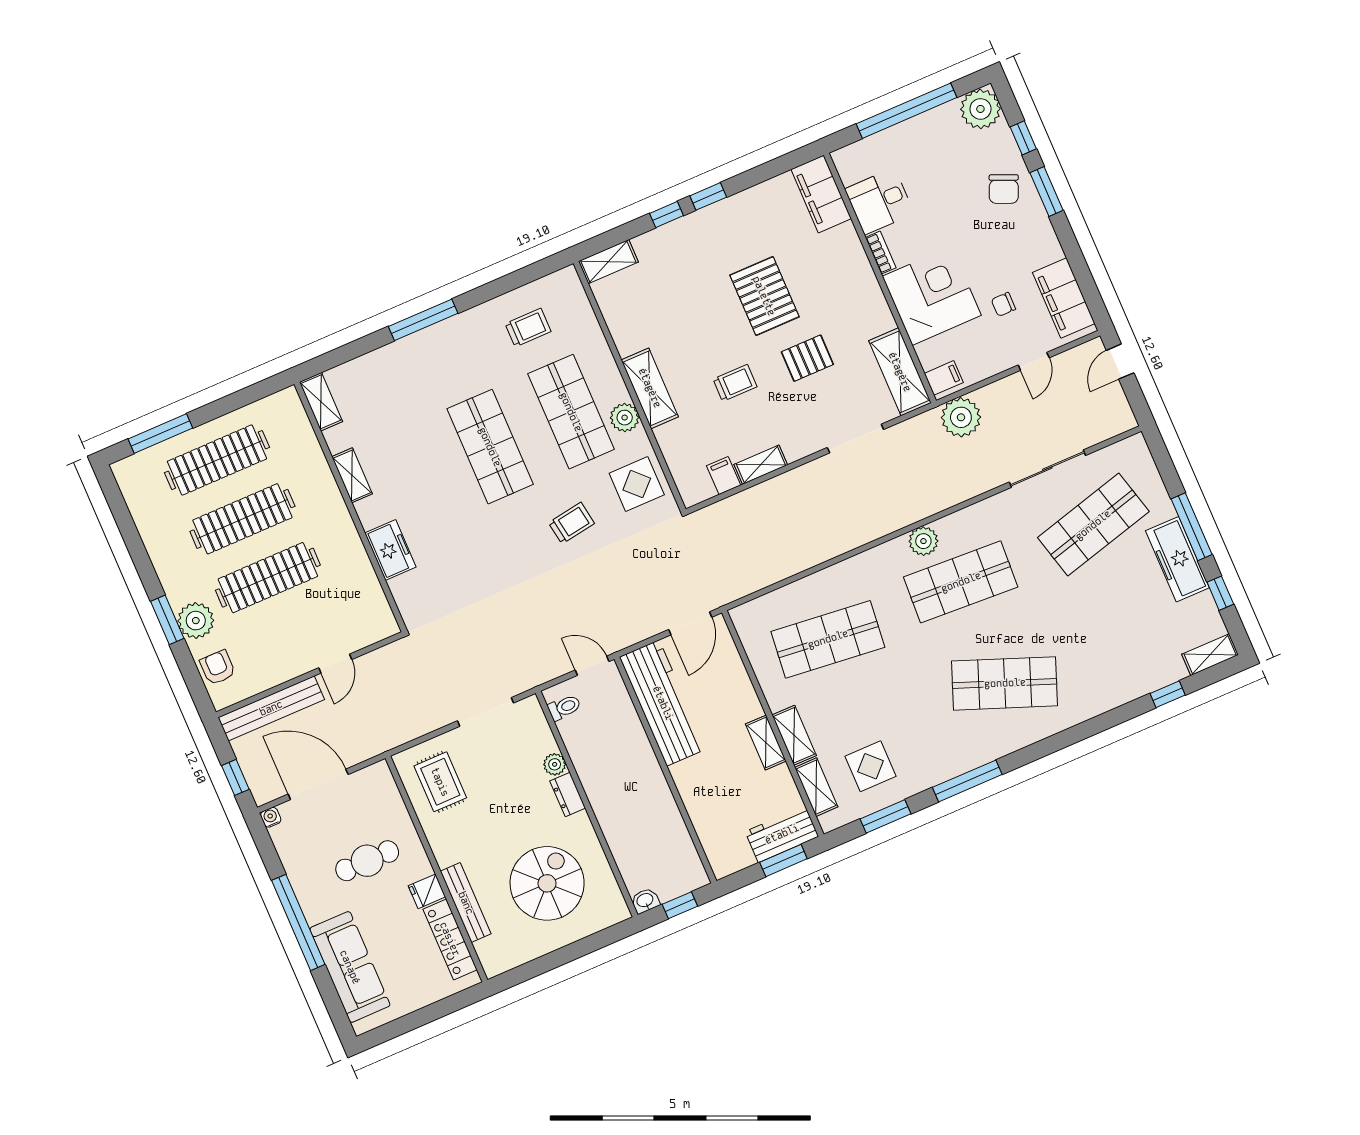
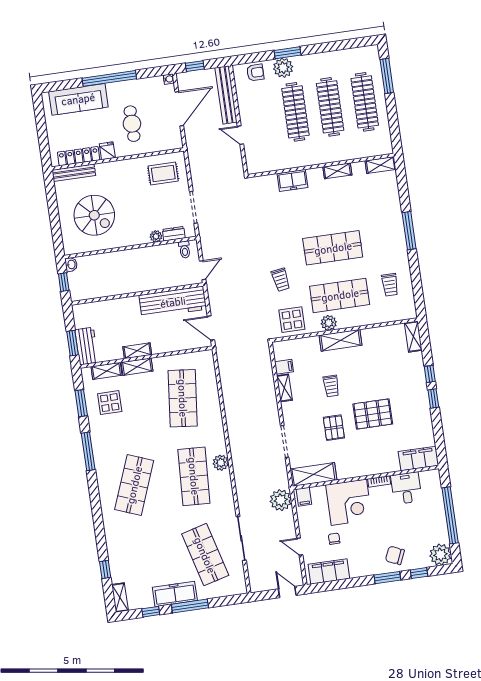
dresser: (568, 794) -> (174, 234), moved
bench: (466, 903) -> (74, 173), moved

